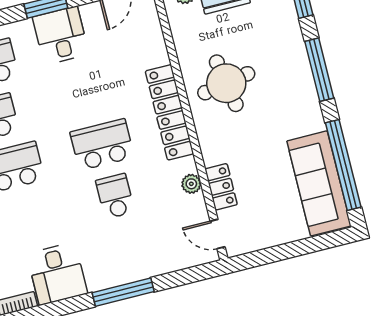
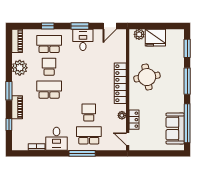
school desk: (102, 145) -> (89, 135), moved
sofa: (319, 183) -> (175, 128), width x0.73

